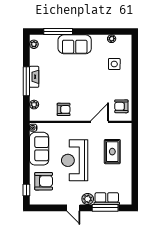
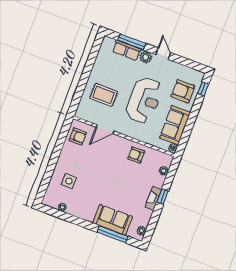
sofa: (75, 44) -> (113, 220), moved
window: (26, 81) -> (163, 197), width x0.46
rug: (112, 152) -> (104, 95), turned 90

